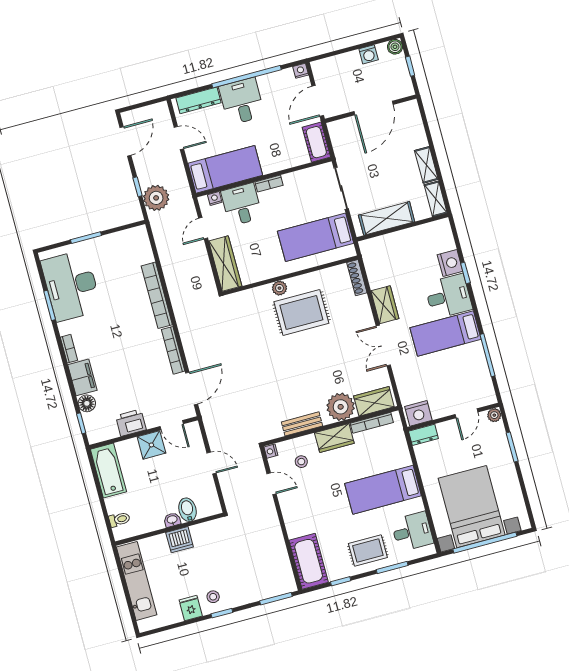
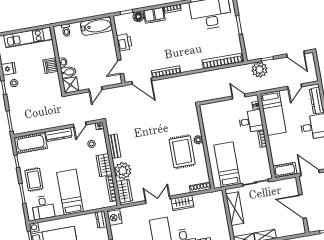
wardrobe: (225, 264) -> (216, 108), removed
bookcase: (157, 295) -> (222, 61), moved
shower: (151, 445) -> (70, 85), moved
dresser: (291, 516) -> (59, 135), added

